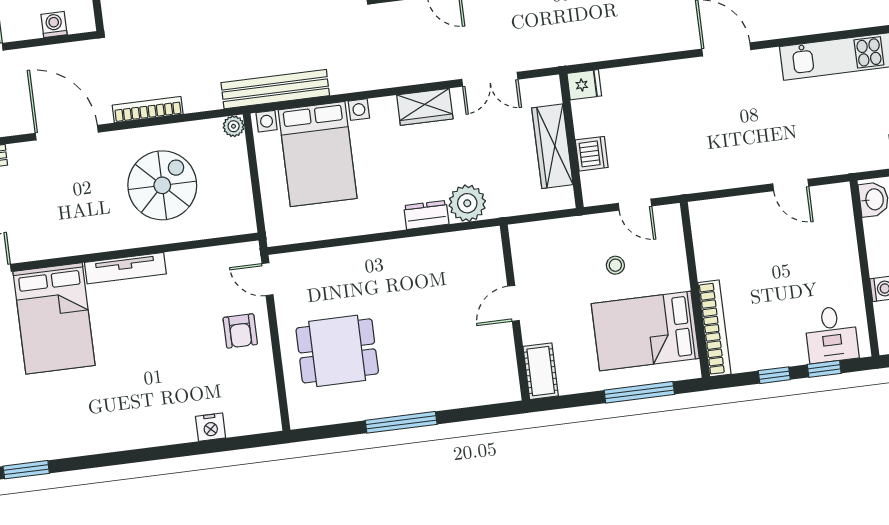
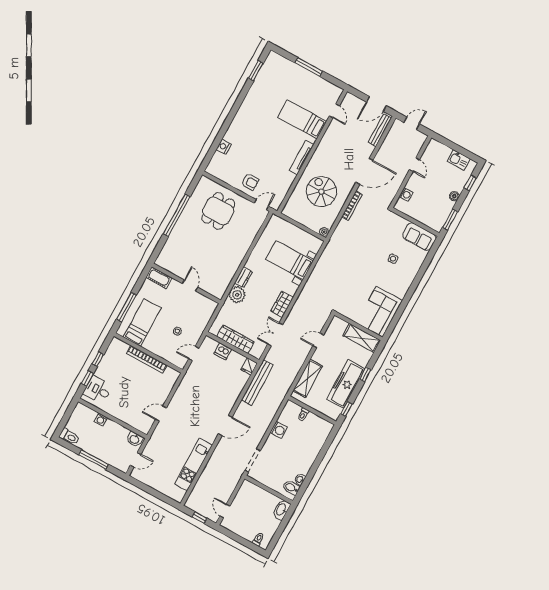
bench: (275, 89) -> (257, 383), moved
bed with nightstands: (318, 154) -> (290, 260), width x0.73
spiral stairs: (162, 185) -> (321, 192), turned 180
bed: (54, 318) -> (302, 119), width x0.67
bookcase: (714, 328) -> (147, 359), moved
armchair: (240, 331) -> (250, 182), turned 180
bed: (645, 331) -> (142, 323), width x0.67
window: (401, 422) -> (177, 215), width x1.46

